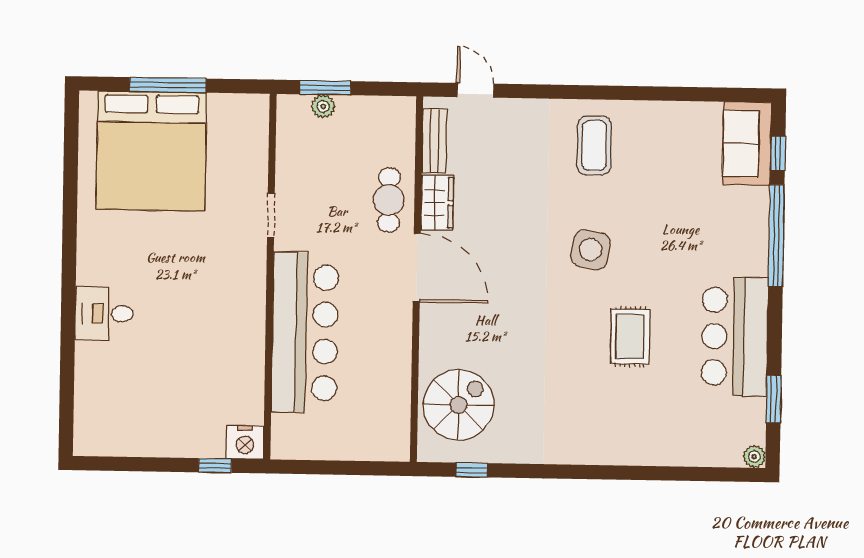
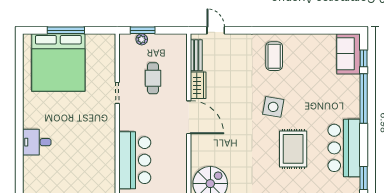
cafe table: (389, 200) -> (153, 78), moved
bar counter: (305, 333) -> (135, 160), width x0.73
rug: (630, 337) -> (293, 149), width x1.36, depth x1.43

